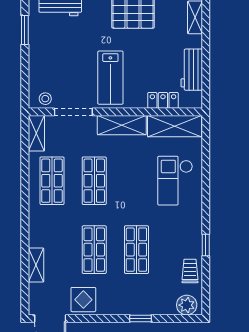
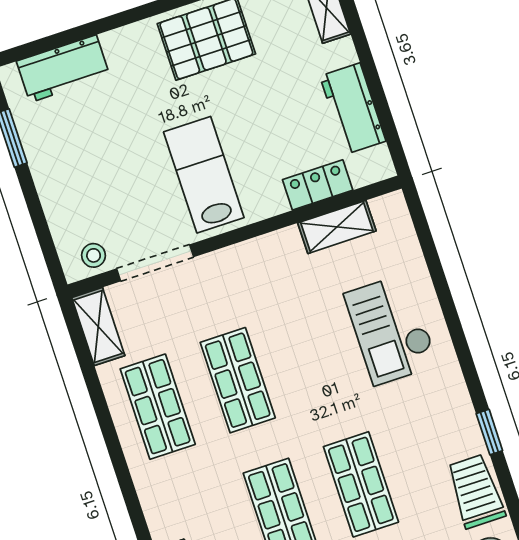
lab bench: (110, 78) -> (204, 175), turned 180
shelving: (122, 125) -> (255, 257), removed
shelving: (175, 126) -> (337, 227), width x0.67, depth x0.75
trolley: (190, 271) -> (476, 491), width x1.36, depth x1.39

